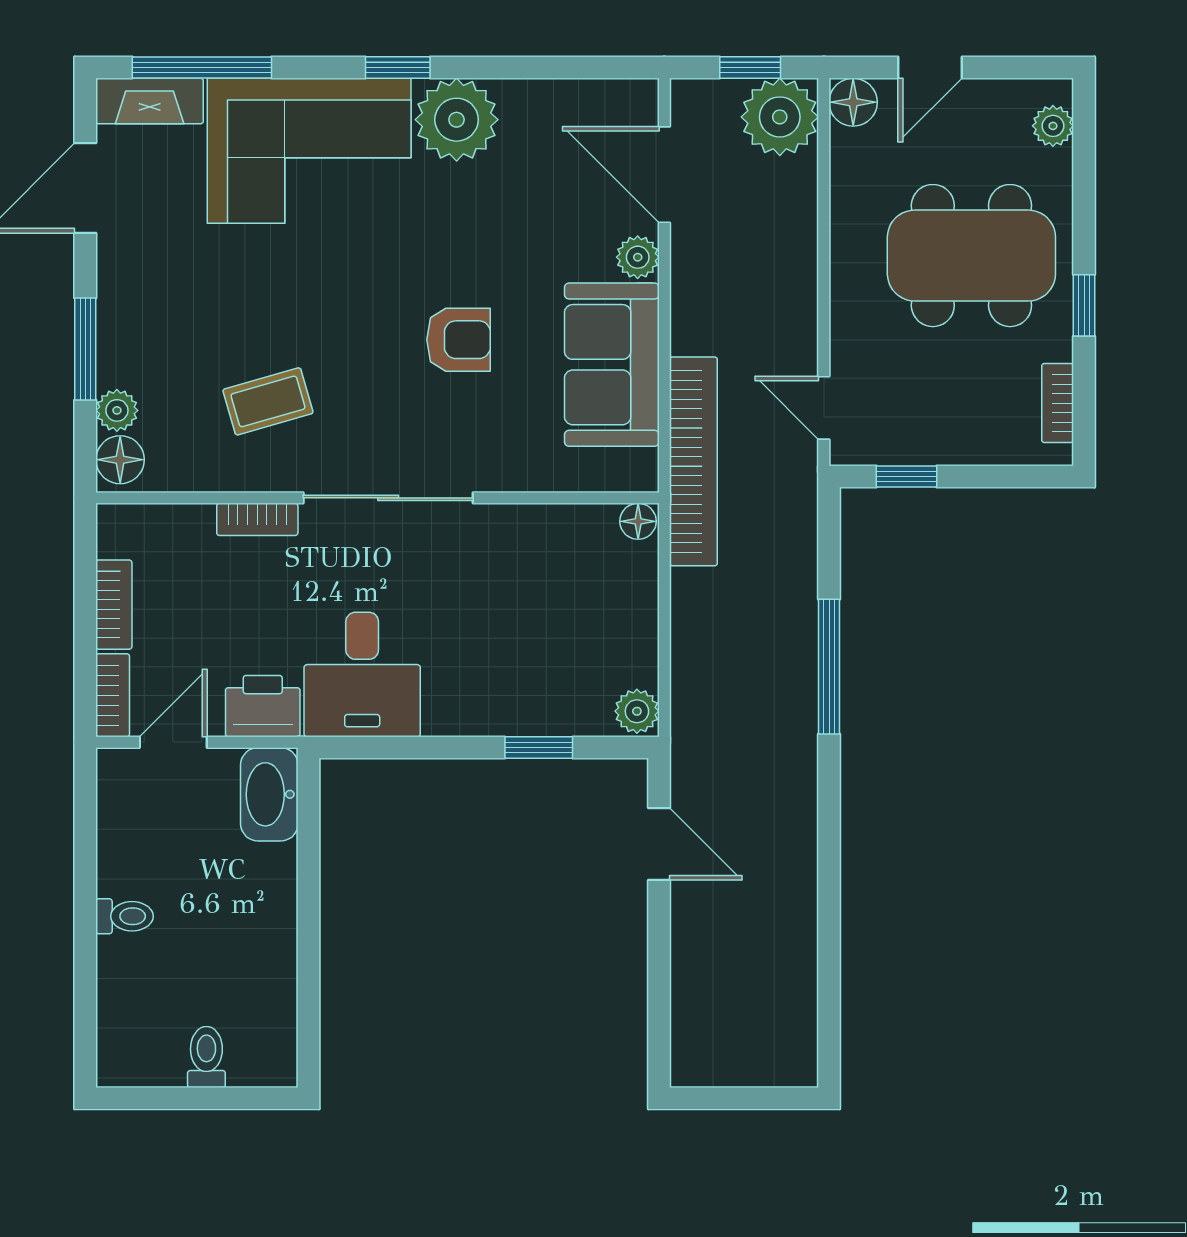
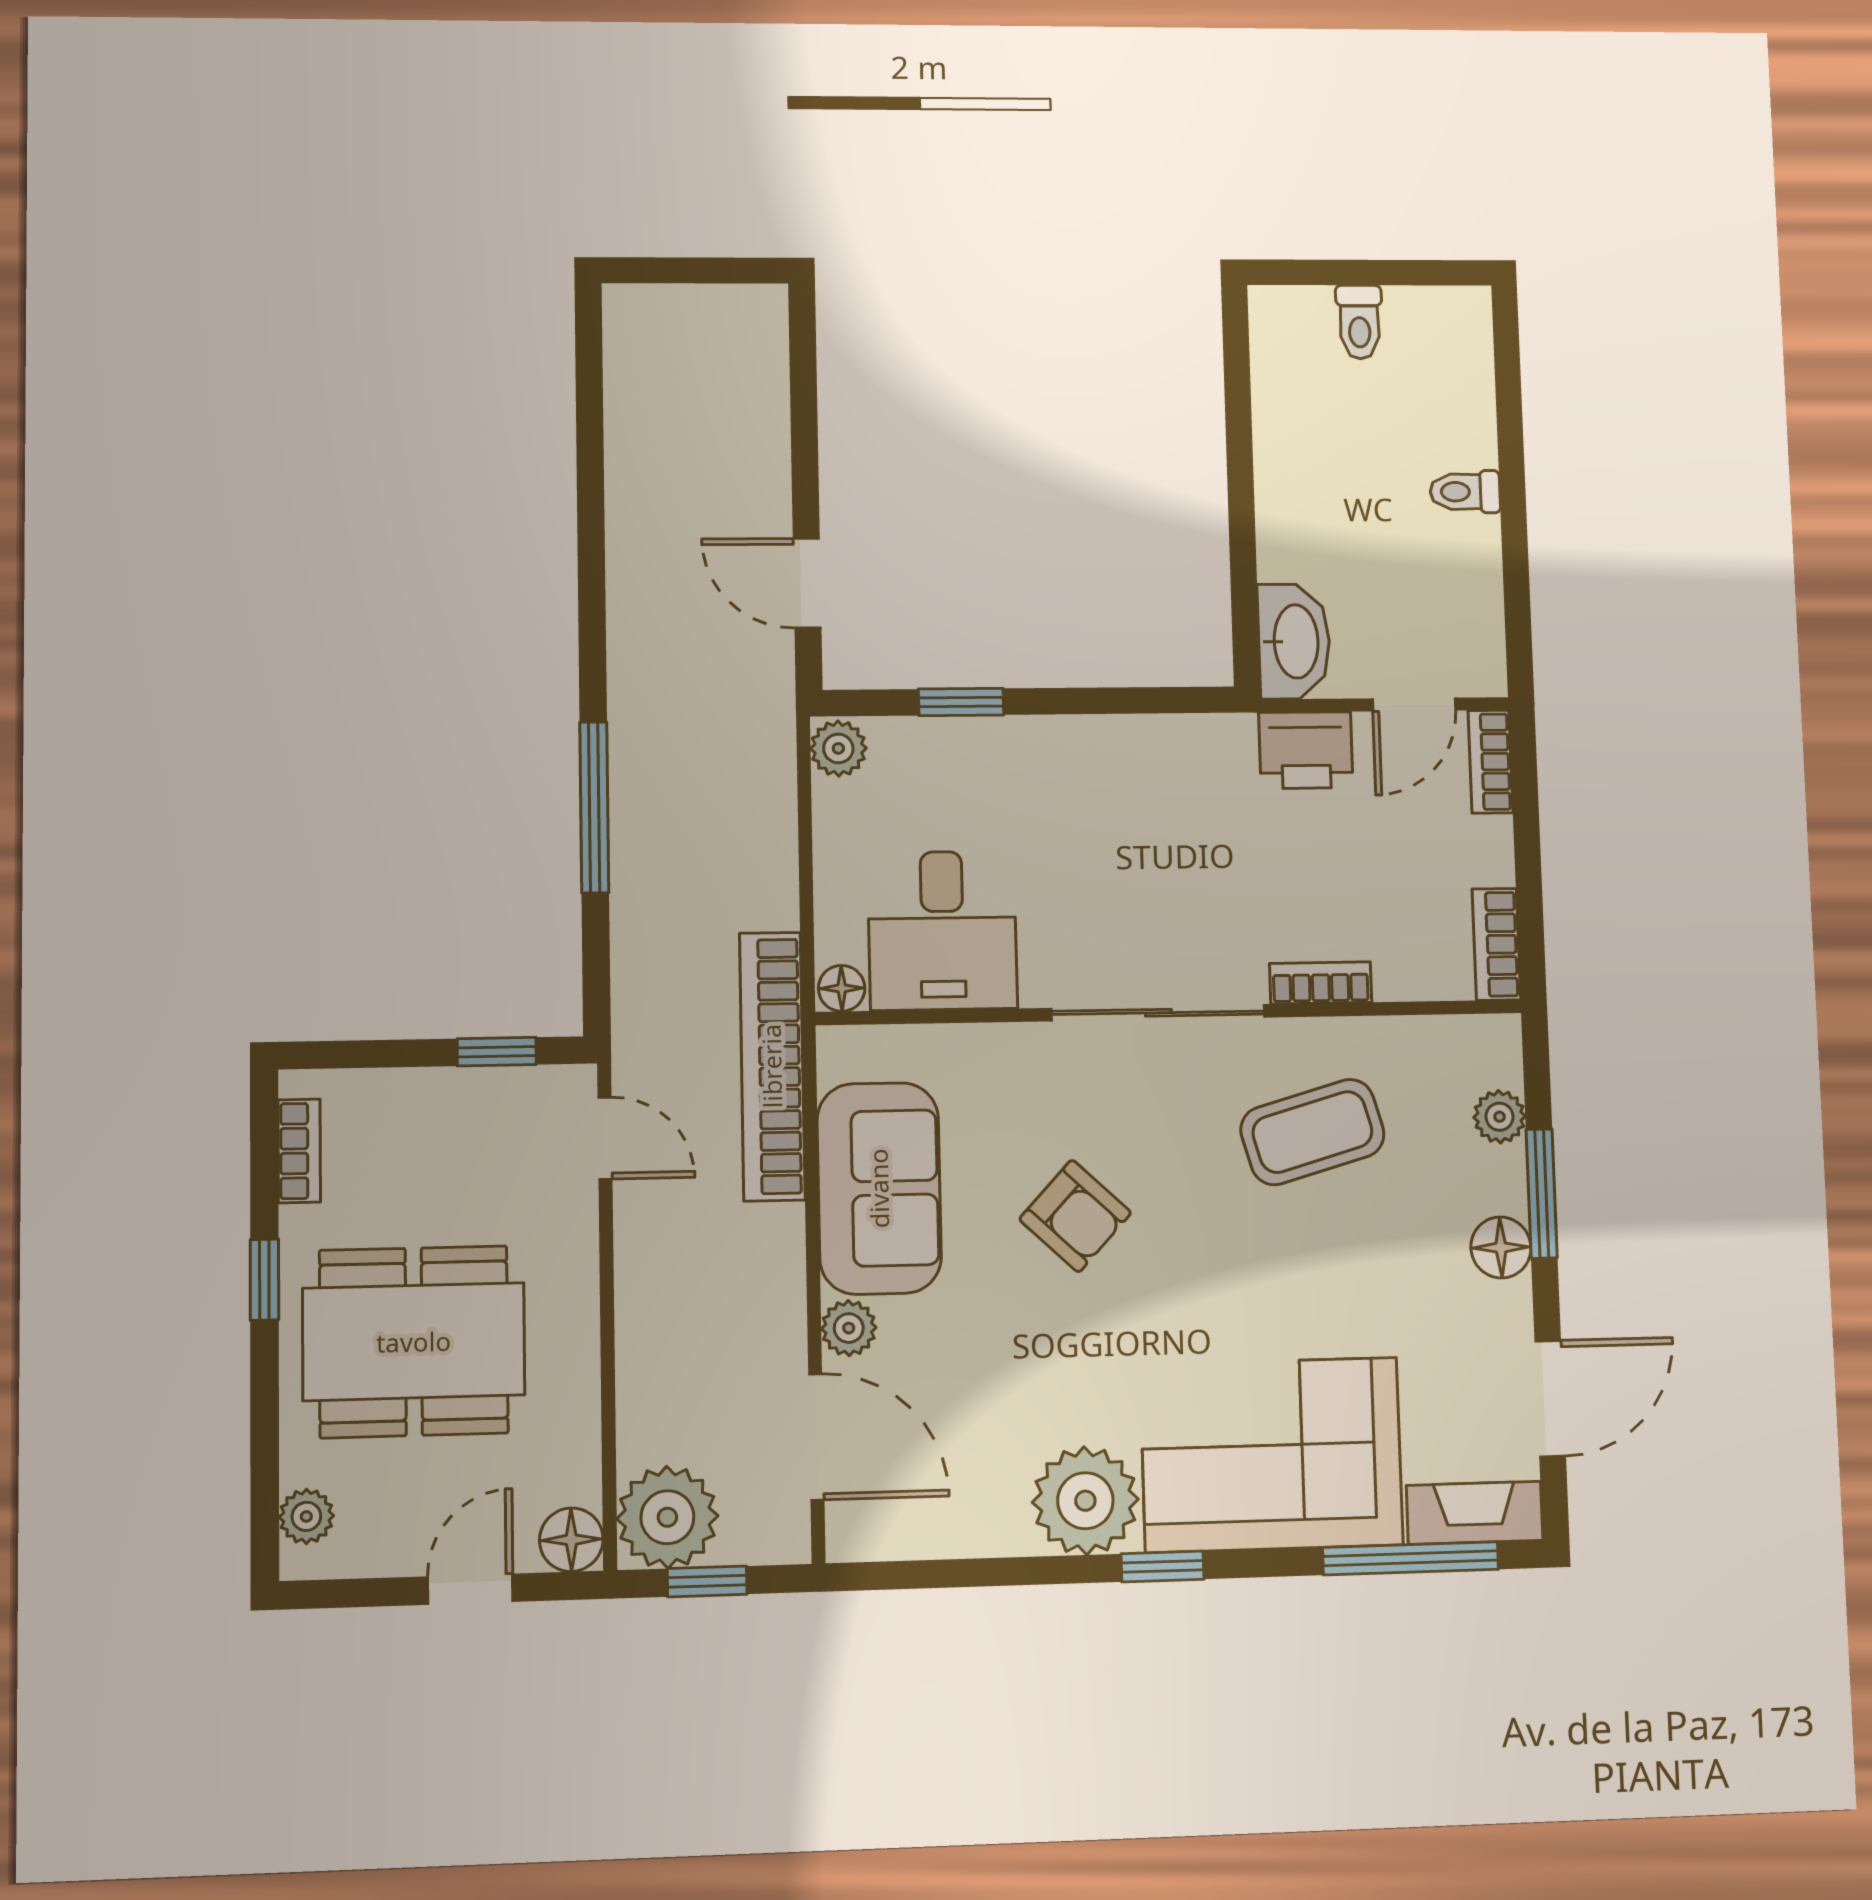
armchair: (459, 340) -> (1075, 1216), turned -137
coffee table: (268, 401) -> (1312, 1132), width x1.36, depth x1.30
floor lamp: (120, 460) -> (1501, 1247), moved
bookcase: (114, 605) -> (1496, 944), moved
desk: (362, 674) -> (942, 931), moved, turned 180

